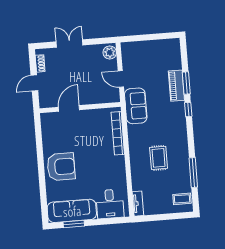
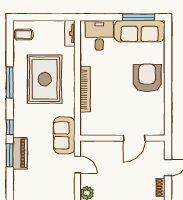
bookcase: (118, 133) -> (85, 89), moved
rug: (159, 158) -> (45, 79), width x1.86, depth x2.06
armchair: (61, 167) -> (147, 78), turned 90
window: (193, 172) -> (10, 82), moved
window: (74, 224) -> (138, 17), width x1.44

